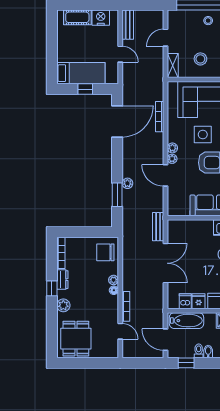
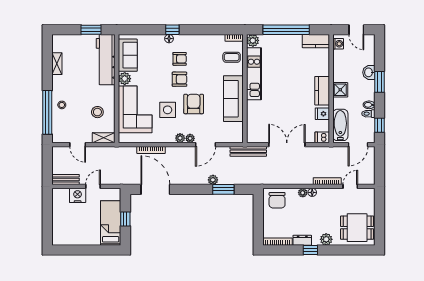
cot: (77, 17) -> (59, 226), removed
nightstand: (101, 18) -> (78, 195), moved, turned 90
bench: (158, 227) -> (248, 151), width x1.36
dishwasher: (185, 301) -> (322, 137), moved

